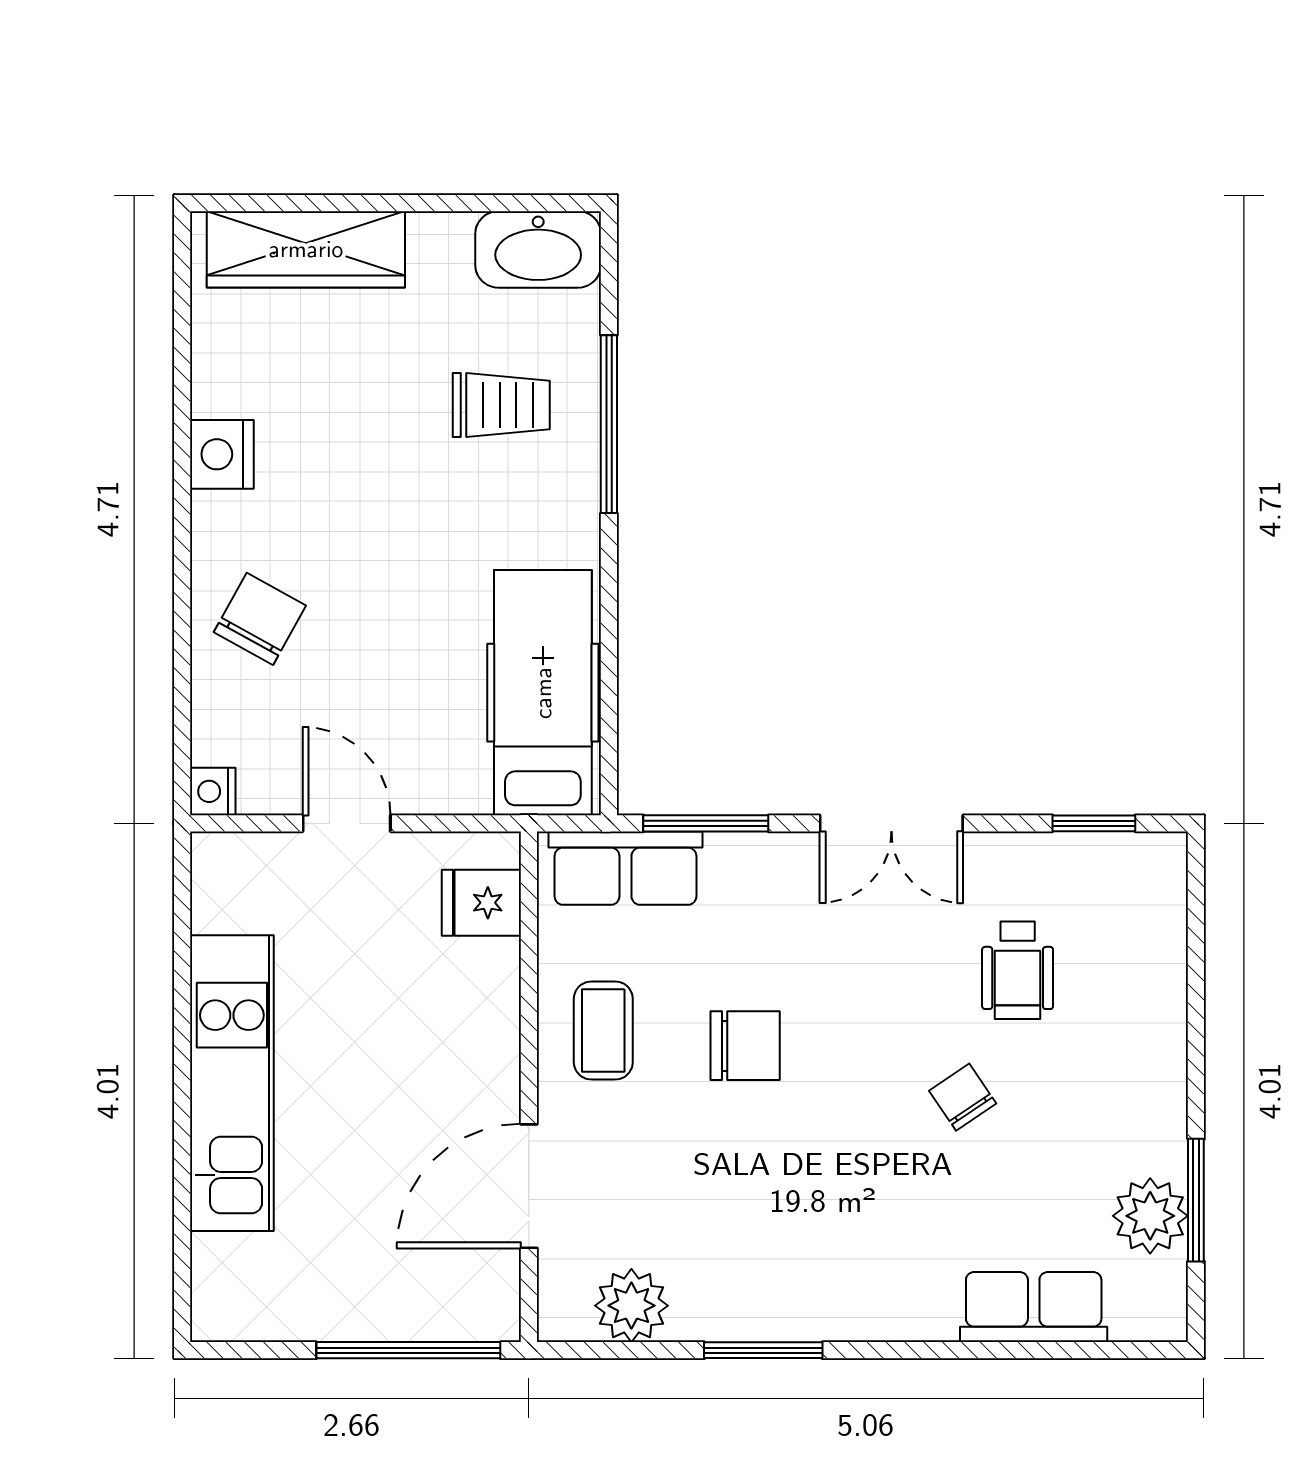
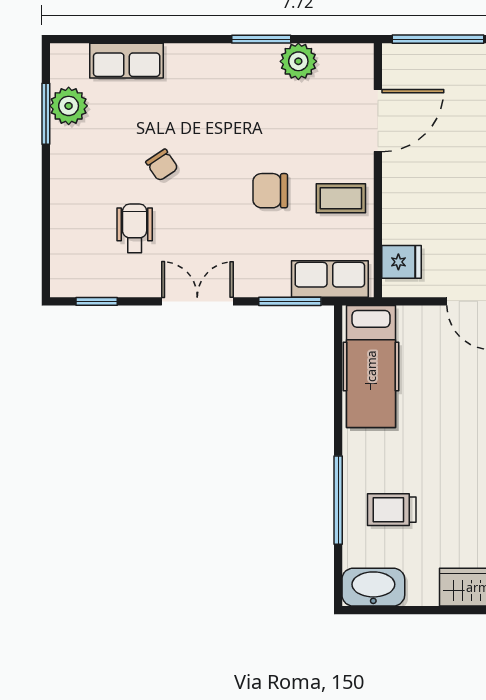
coffee table: (603, 1030) -> (341, 198), turned 90
plant: (631, 1306) -> (298, 61), moved

